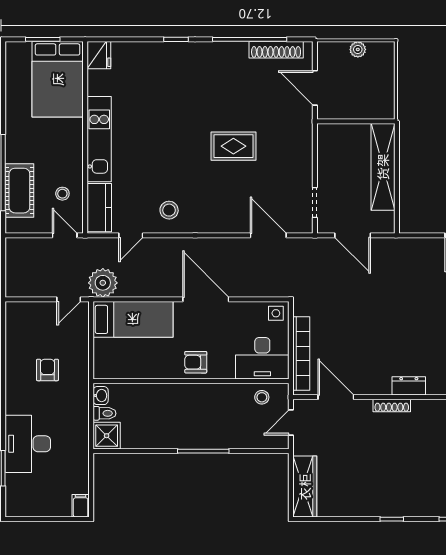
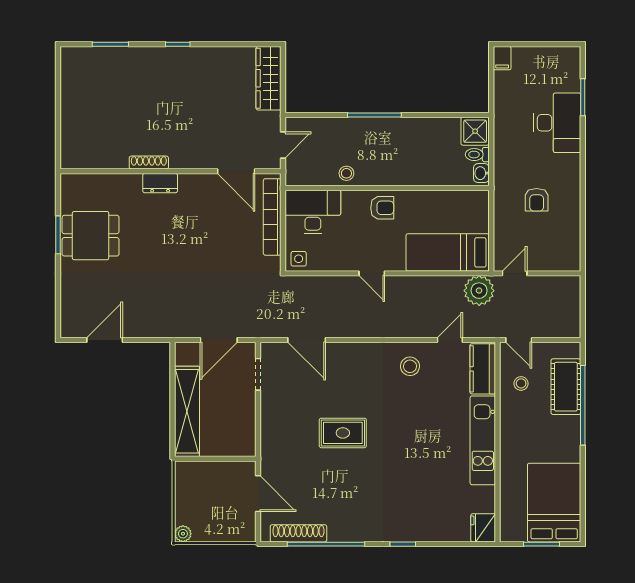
plant: (358, 49) -> (183, 534), moved
bed: (58, 79) -> (554, 503), moved
door: (353, 235) -> (219, 340), swing flipped
door: (206, 299) -> (372, 273), width x0.53
stool: (262, 397) -> (346, 173), moved
shoe rack: (392, 406) -> (149, 163), moved

